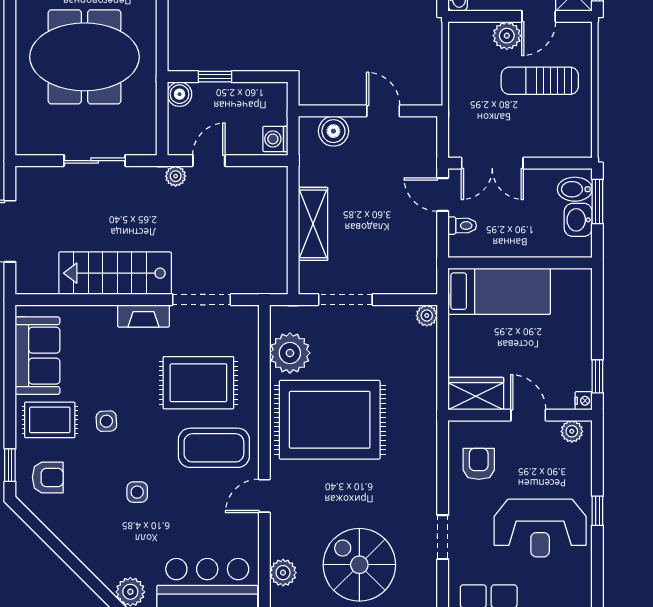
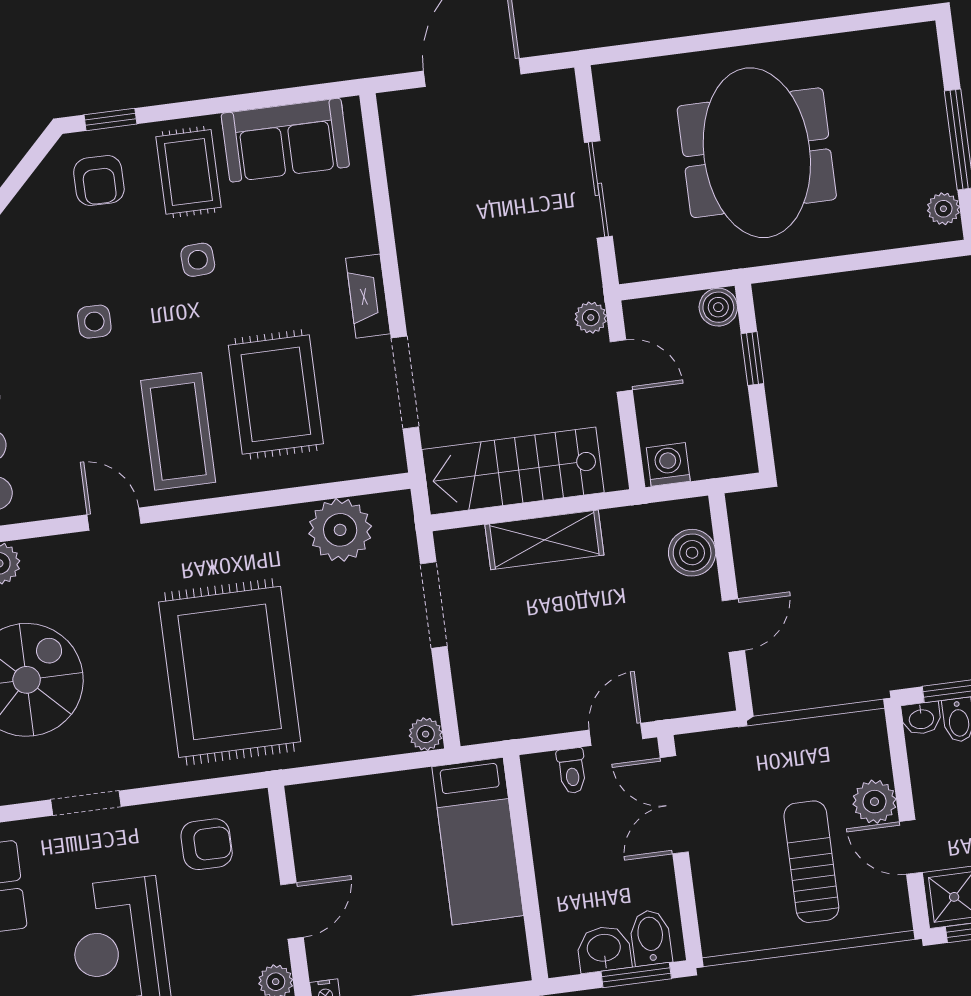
stairs: (115, 273) -> (513, 471), moved, turned -90
wardrobe: (476, 394) -> (315, 826), removed
rug: (330, 420) -> (230, 672), moved

